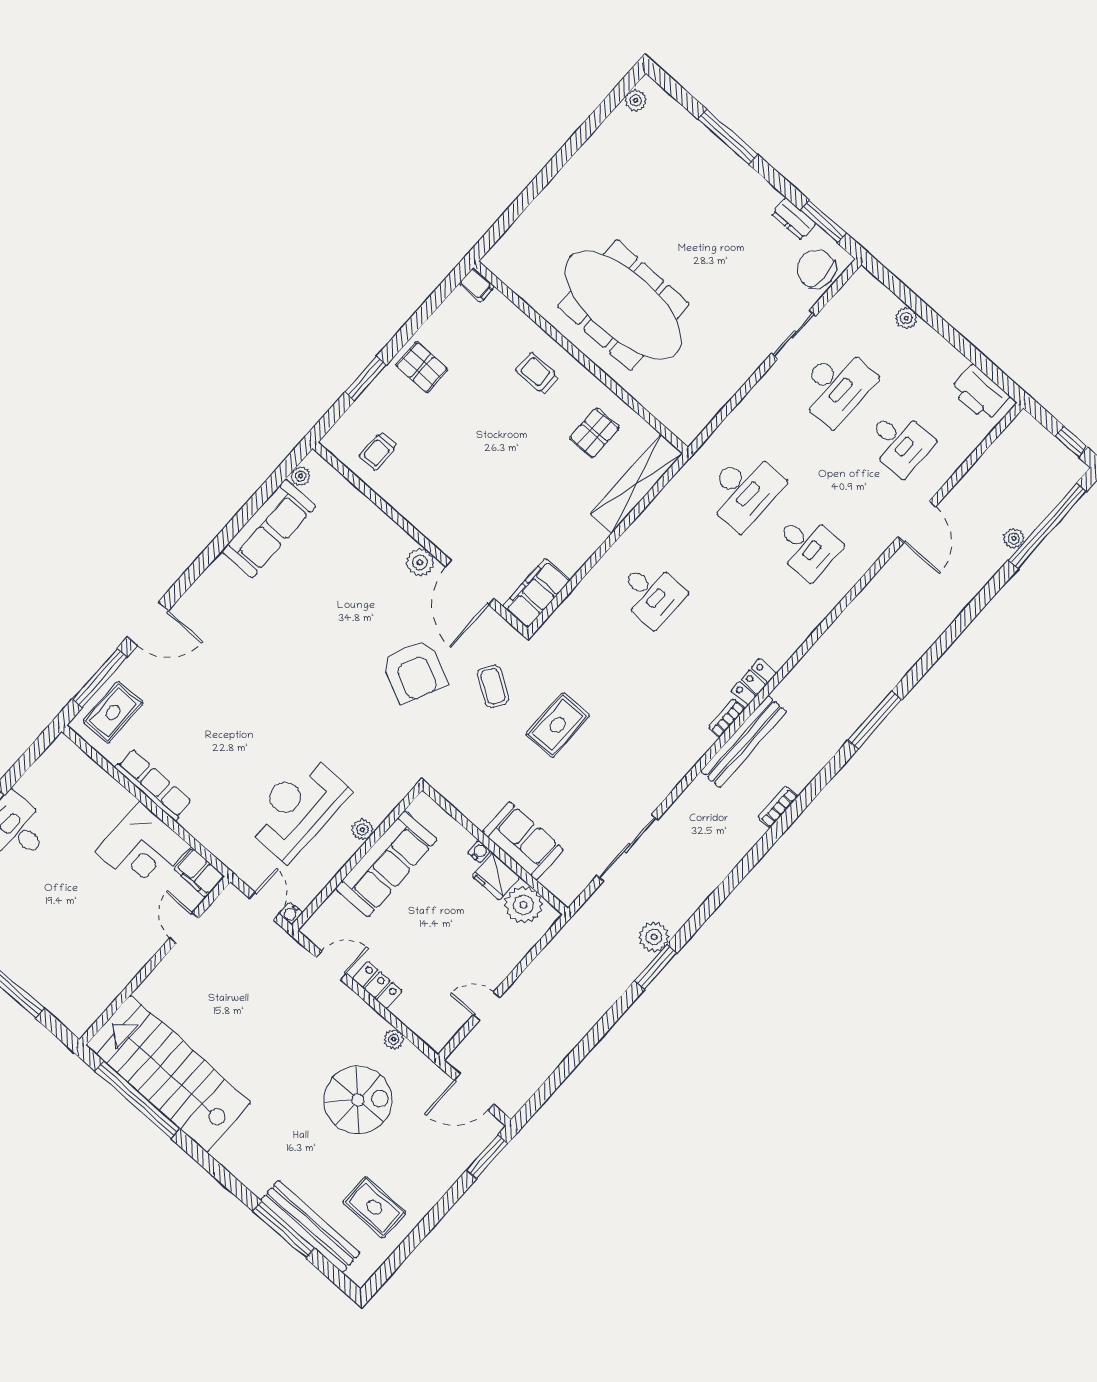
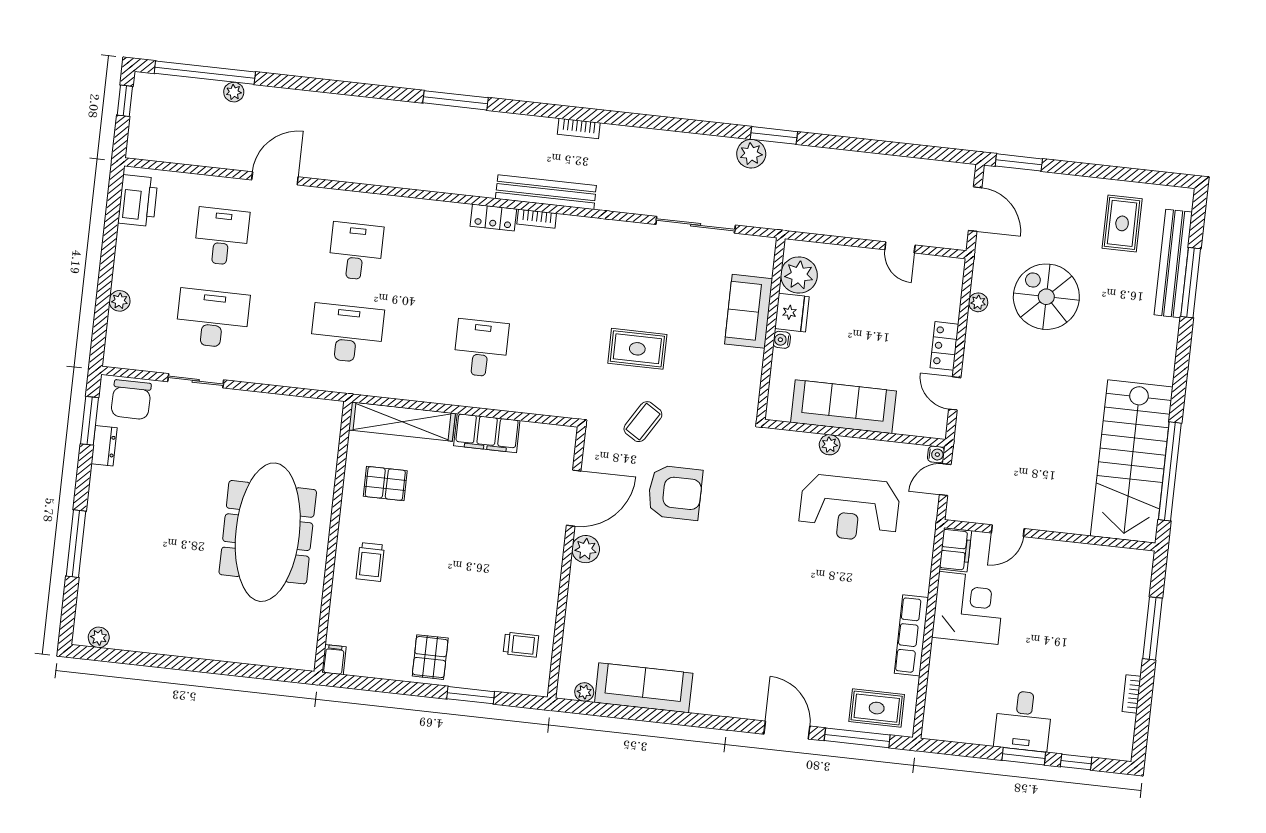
filing cabinet: (536, 593) -> (487, 433), moved
armchair: (414, 671) -> (675, 493), turned 64

